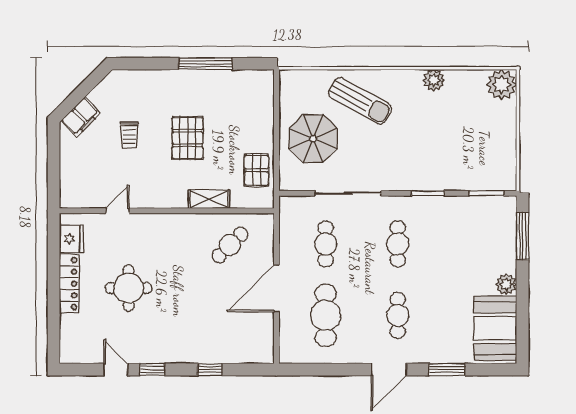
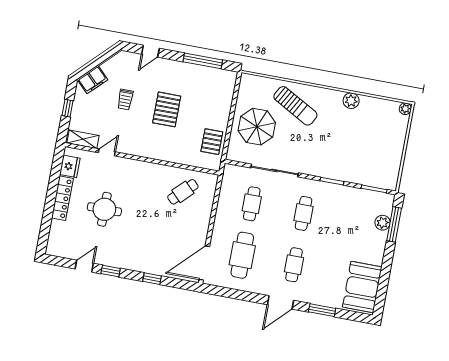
door: (151, 64) -> (150, 51), added
window: (206, 64) -> (203, 61), moved
plant: (502, 85) -> (405, 109), width x0.53, depth x0.53
window: (54, 161) -> (67, 108), added
shelving: (209, 199) -> (83, 139), moved
plant: (506, 284) -> (383, 223), moved
door: (276, 288) -> (204, 263), moved
door: (116, 370) -> (84, 266), hinge flipped

